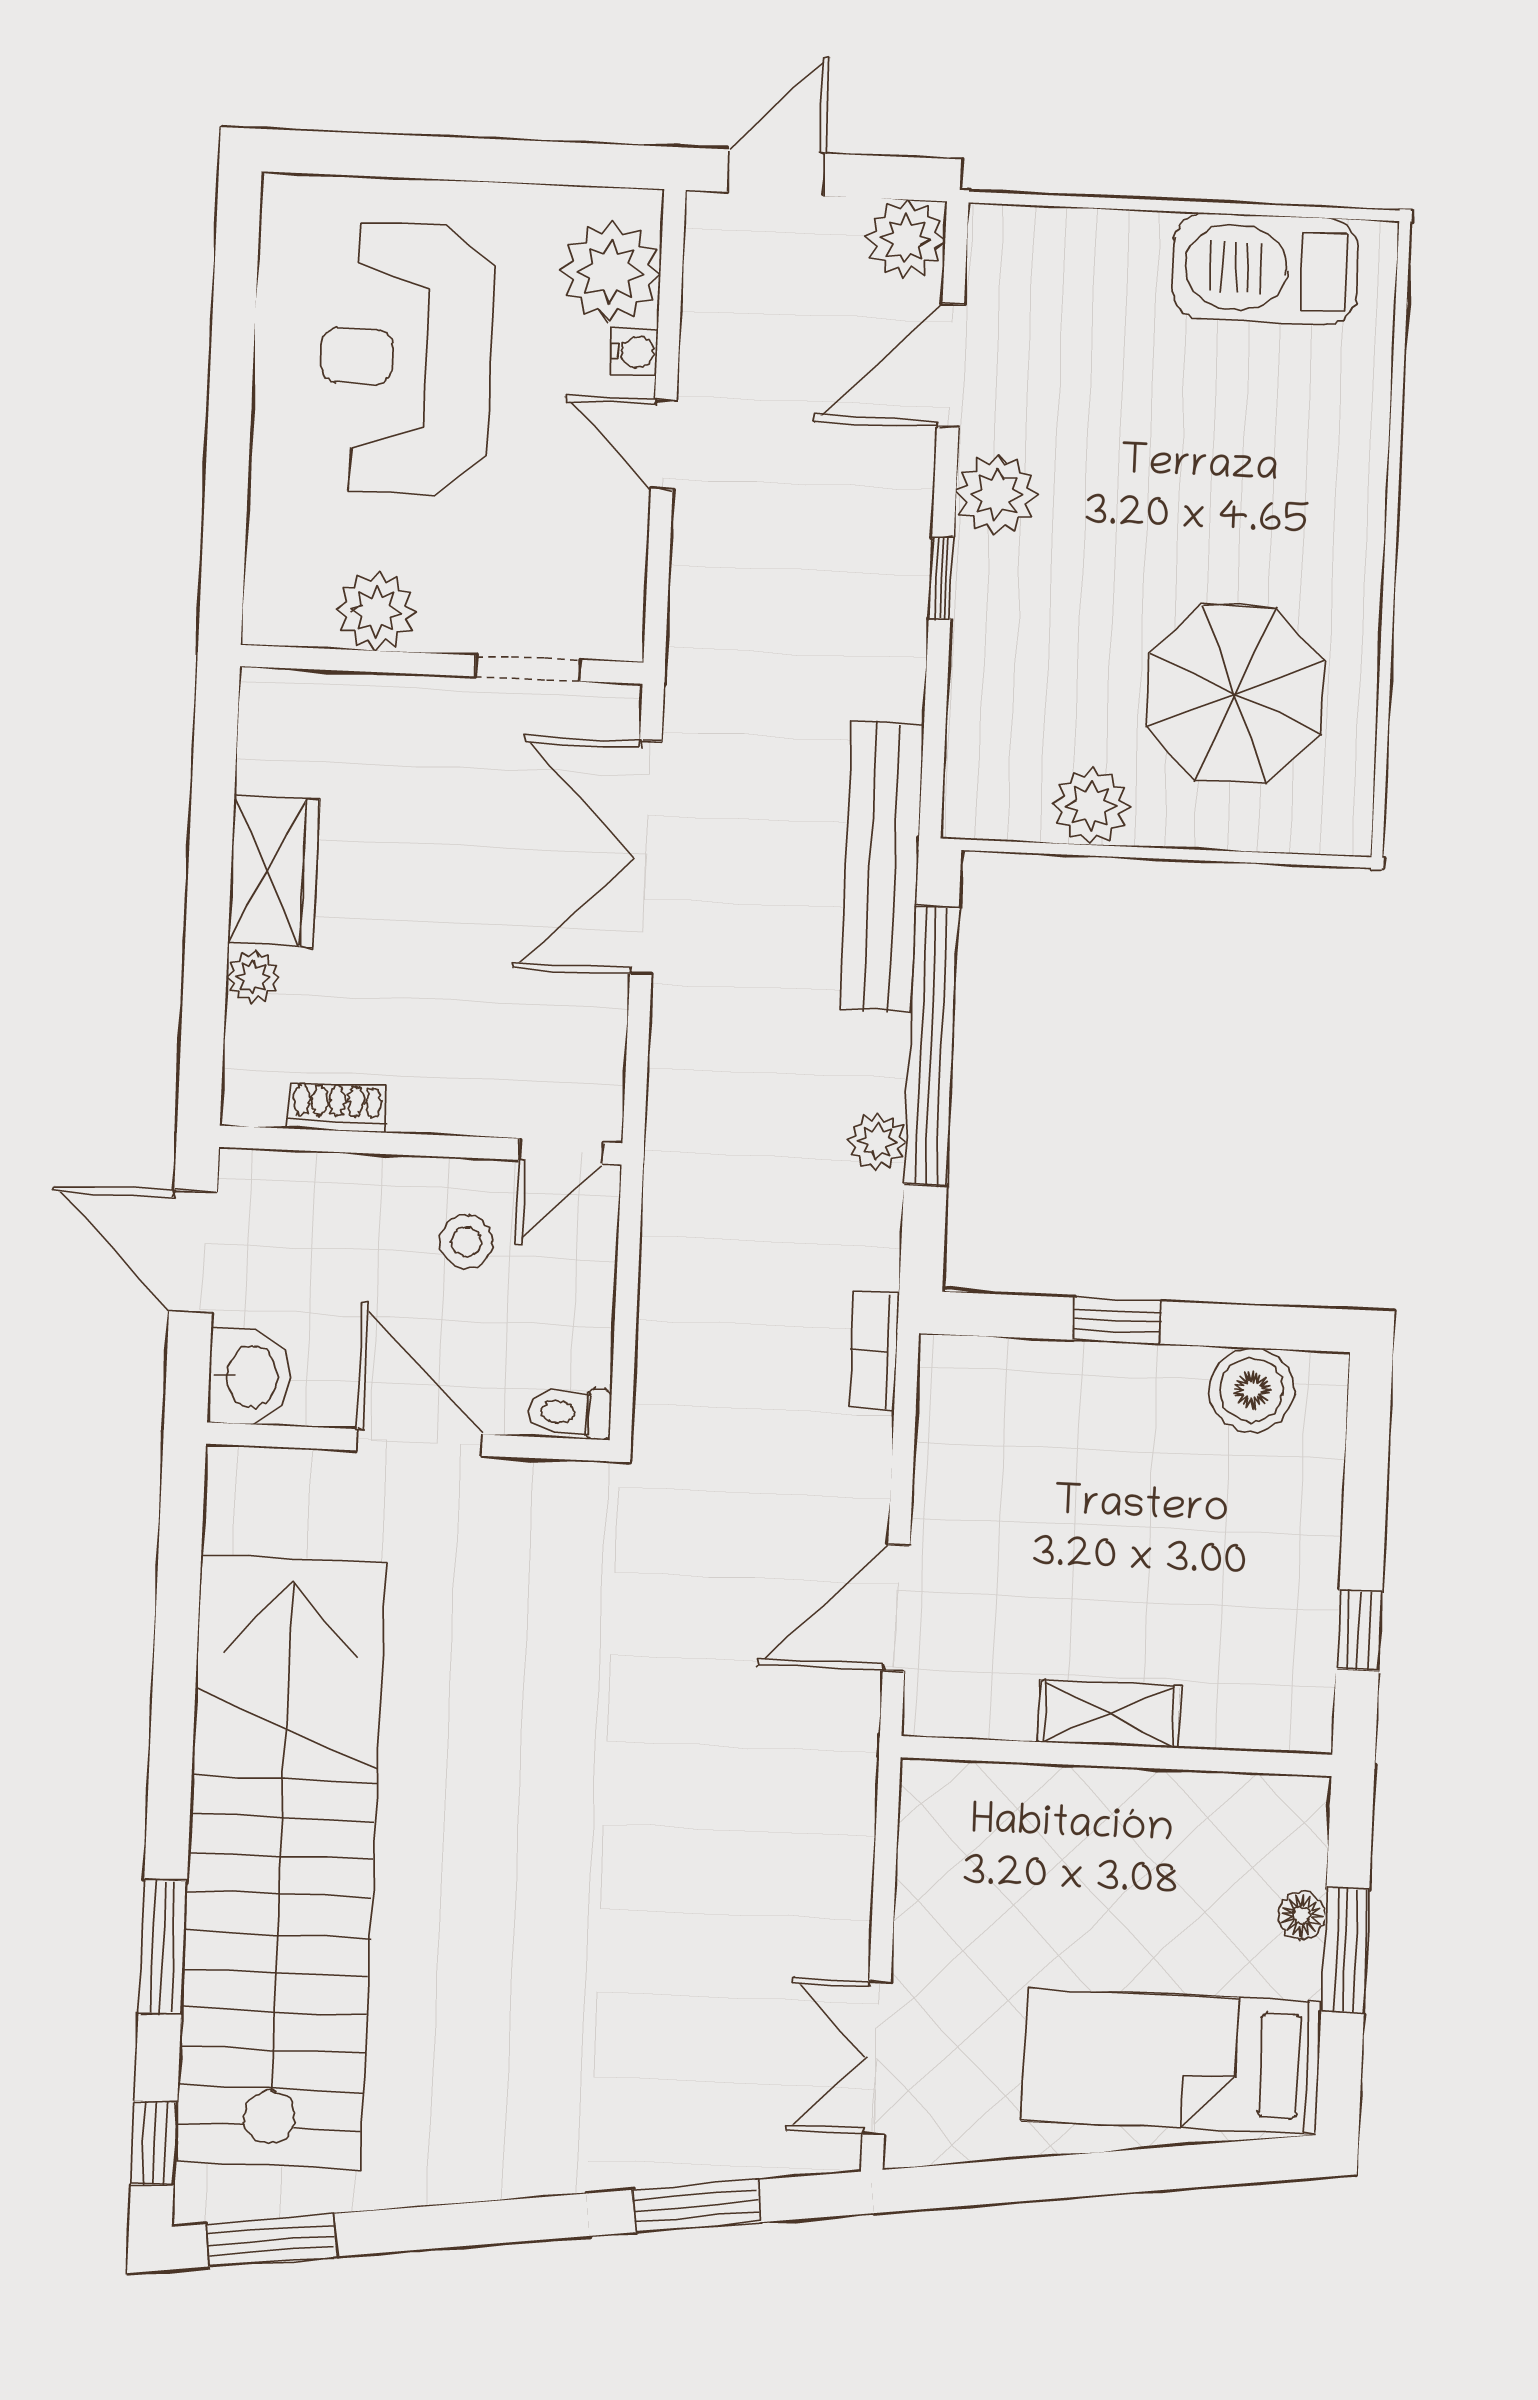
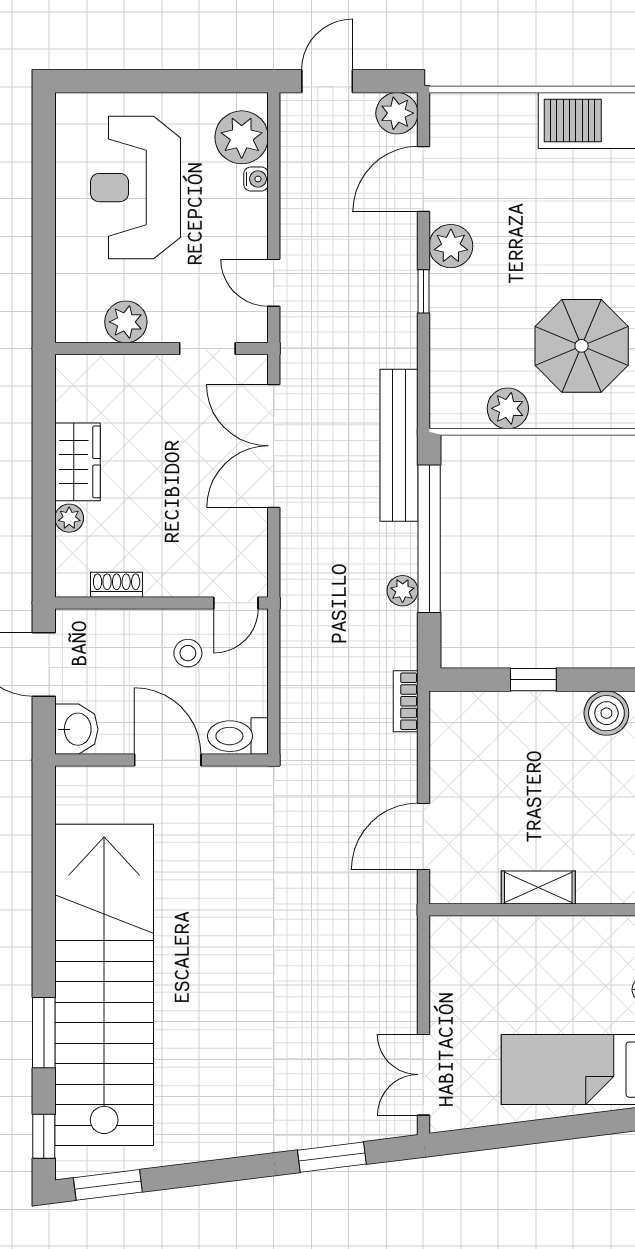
door: (664, 444) -> (274, 283), moved
toilet: (569, 1413) -> (238, 736), width x1.37, depth x1.39

